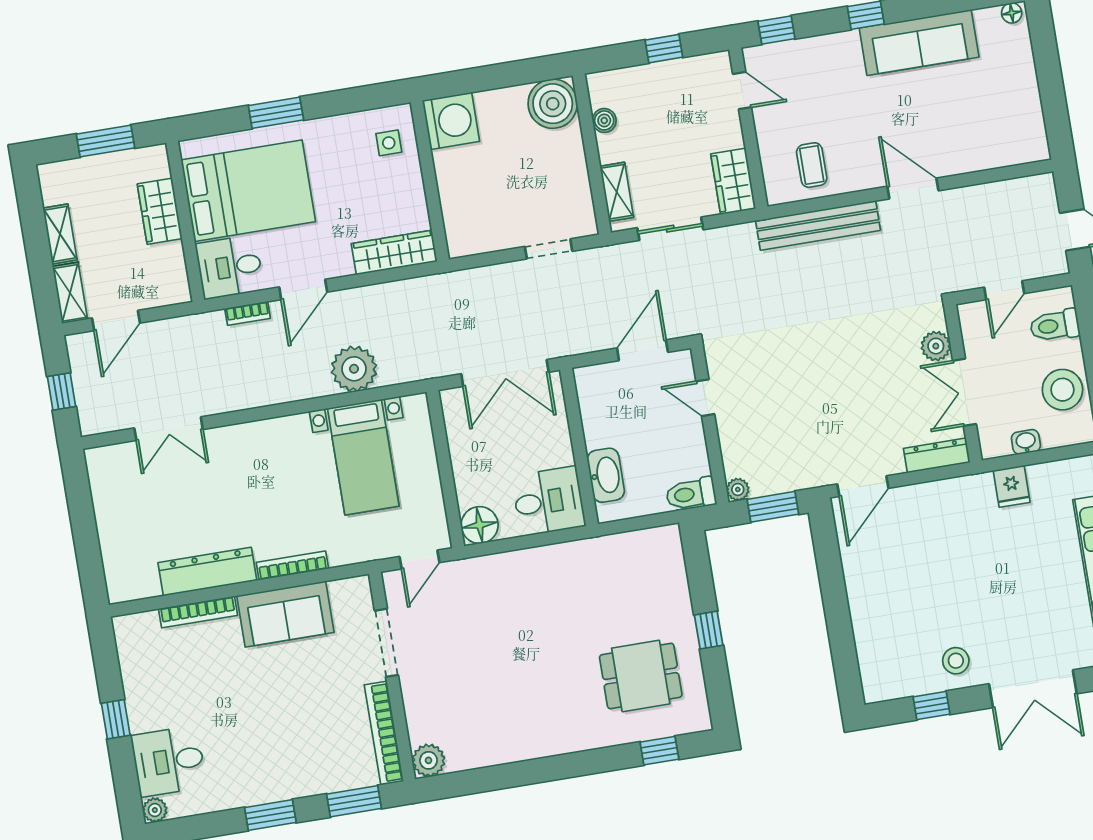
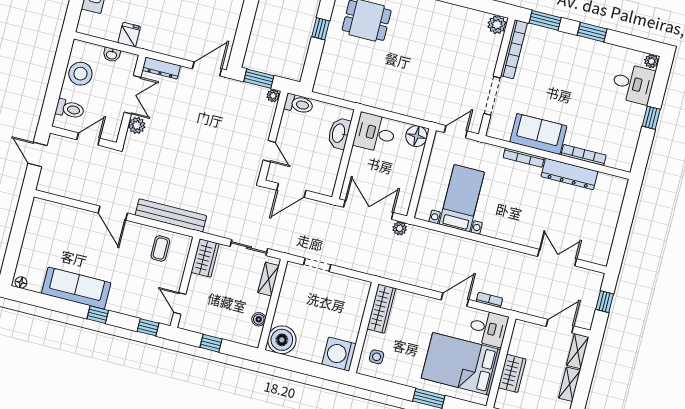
wardrobe: (394, 252) -> (381, 309), moved, turned -90
plant: (354, 369) -> (400, 228), moved, width x0.53, depth x0.53

